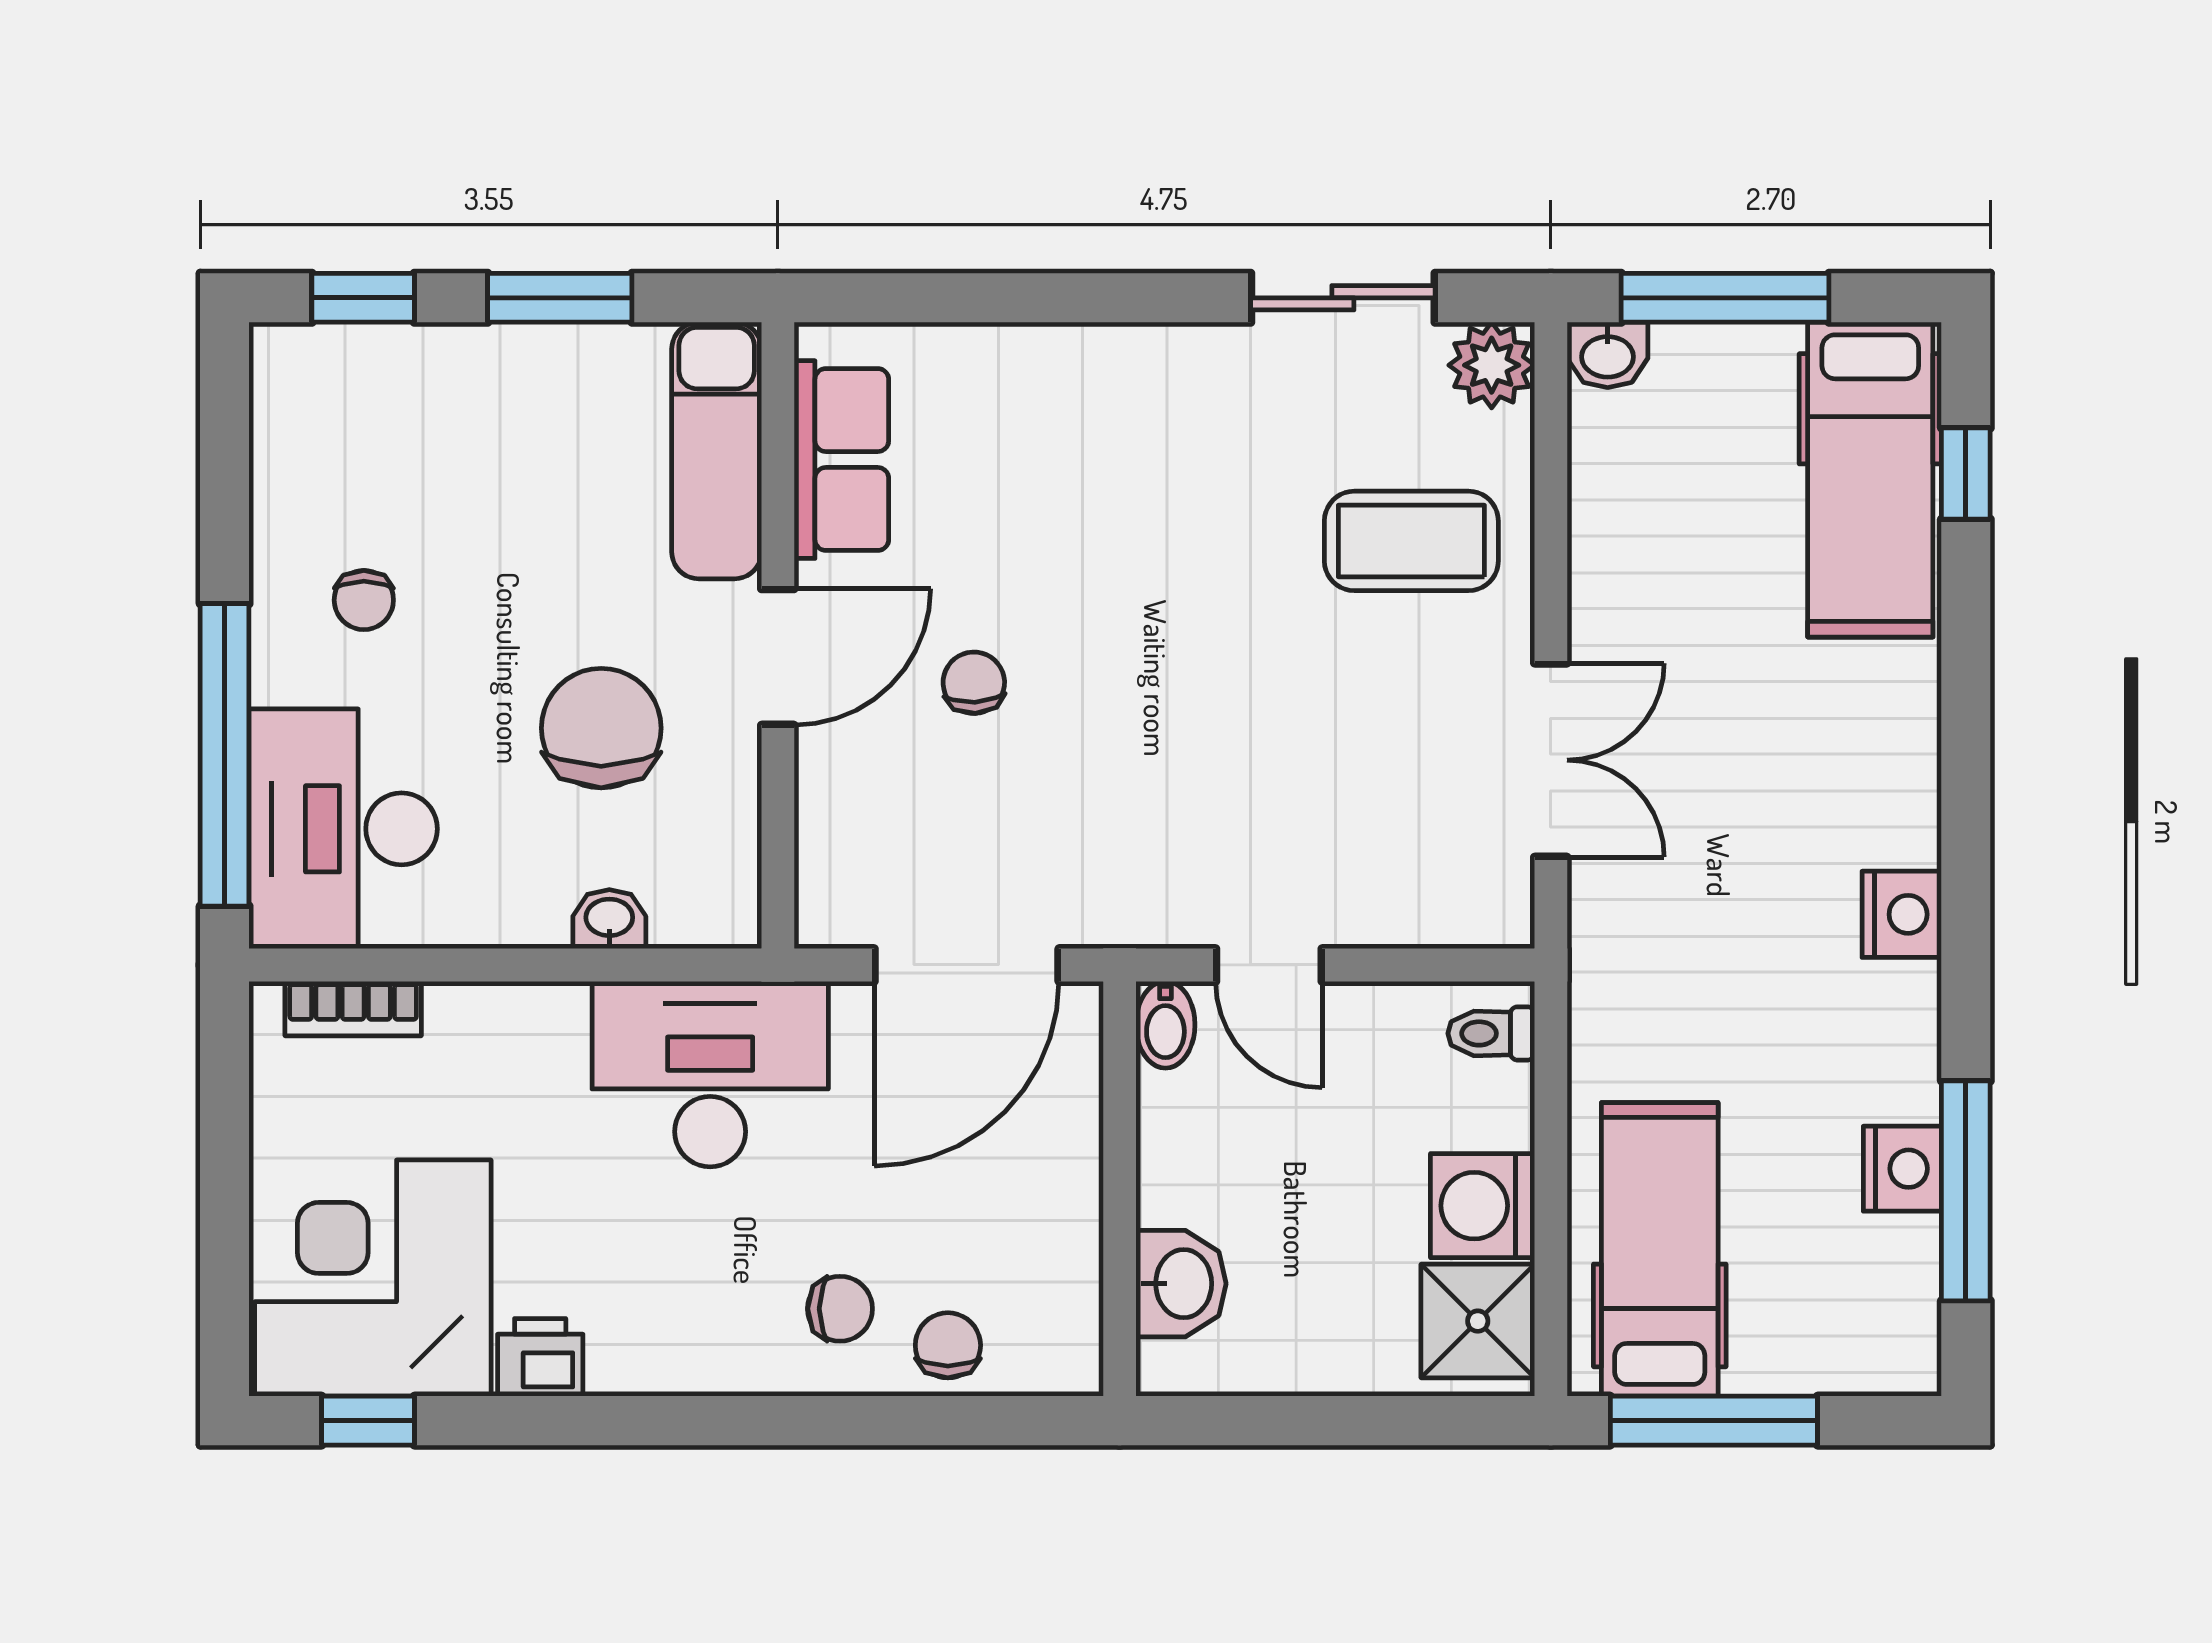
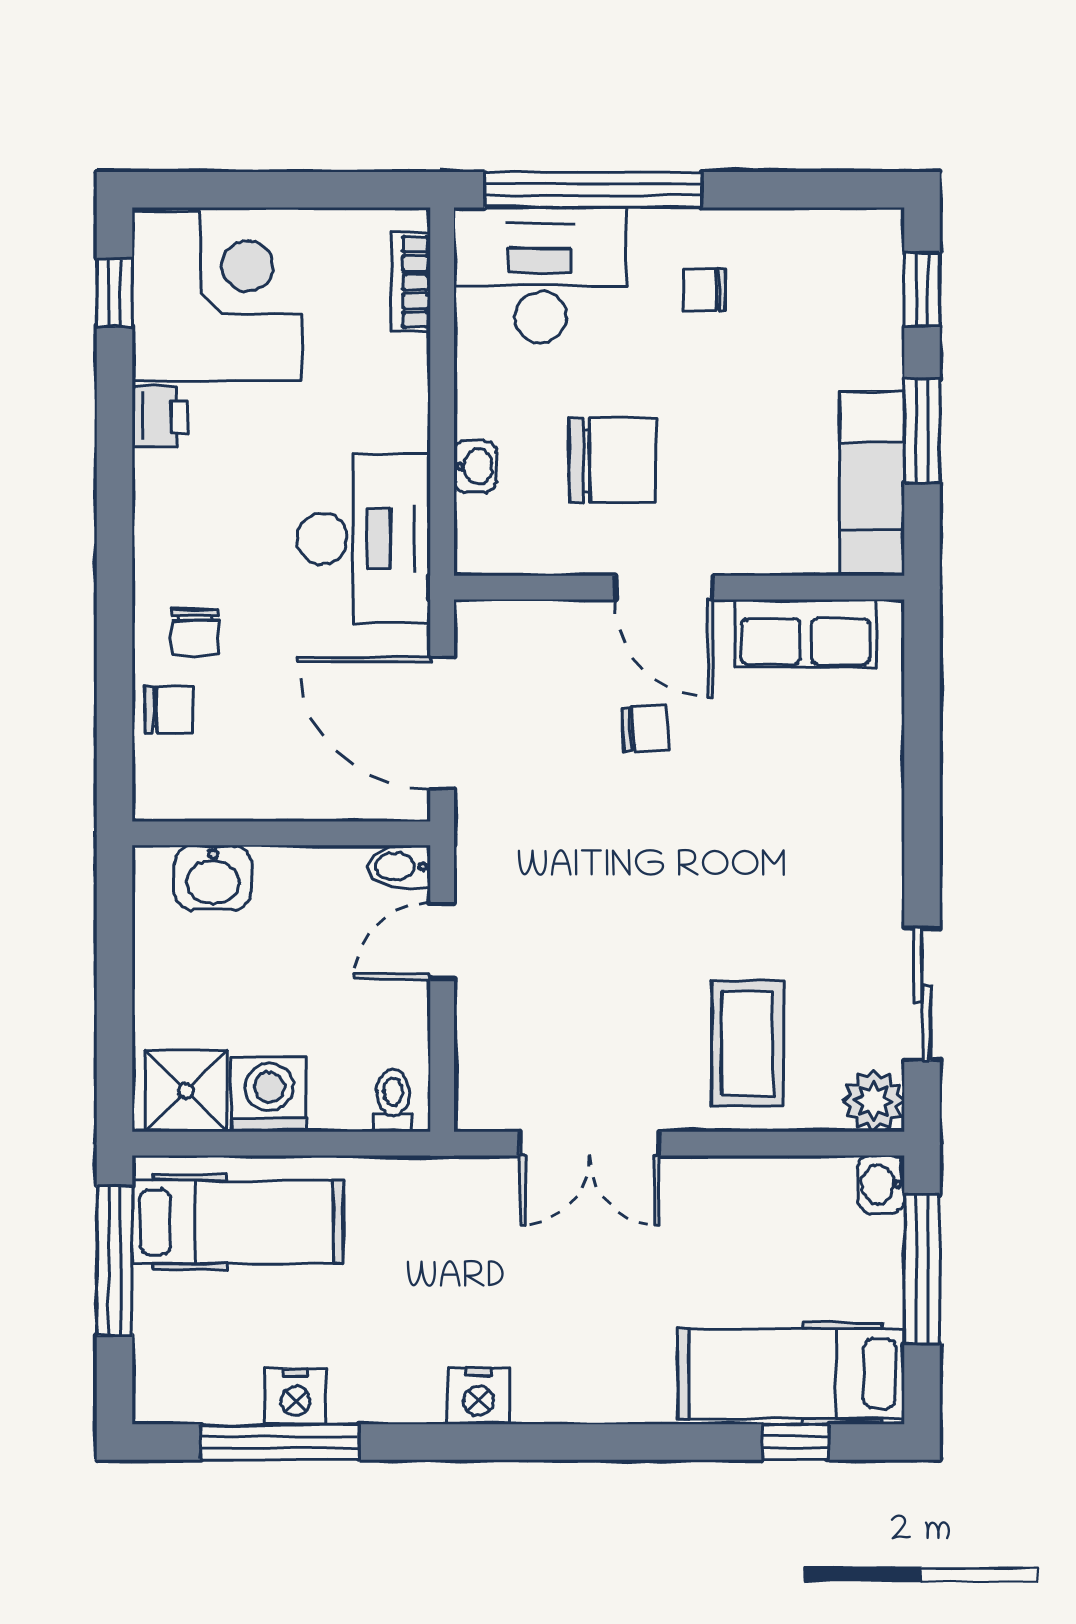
exam couch: (717, 450) -> (872, 484), moved, turned -90

